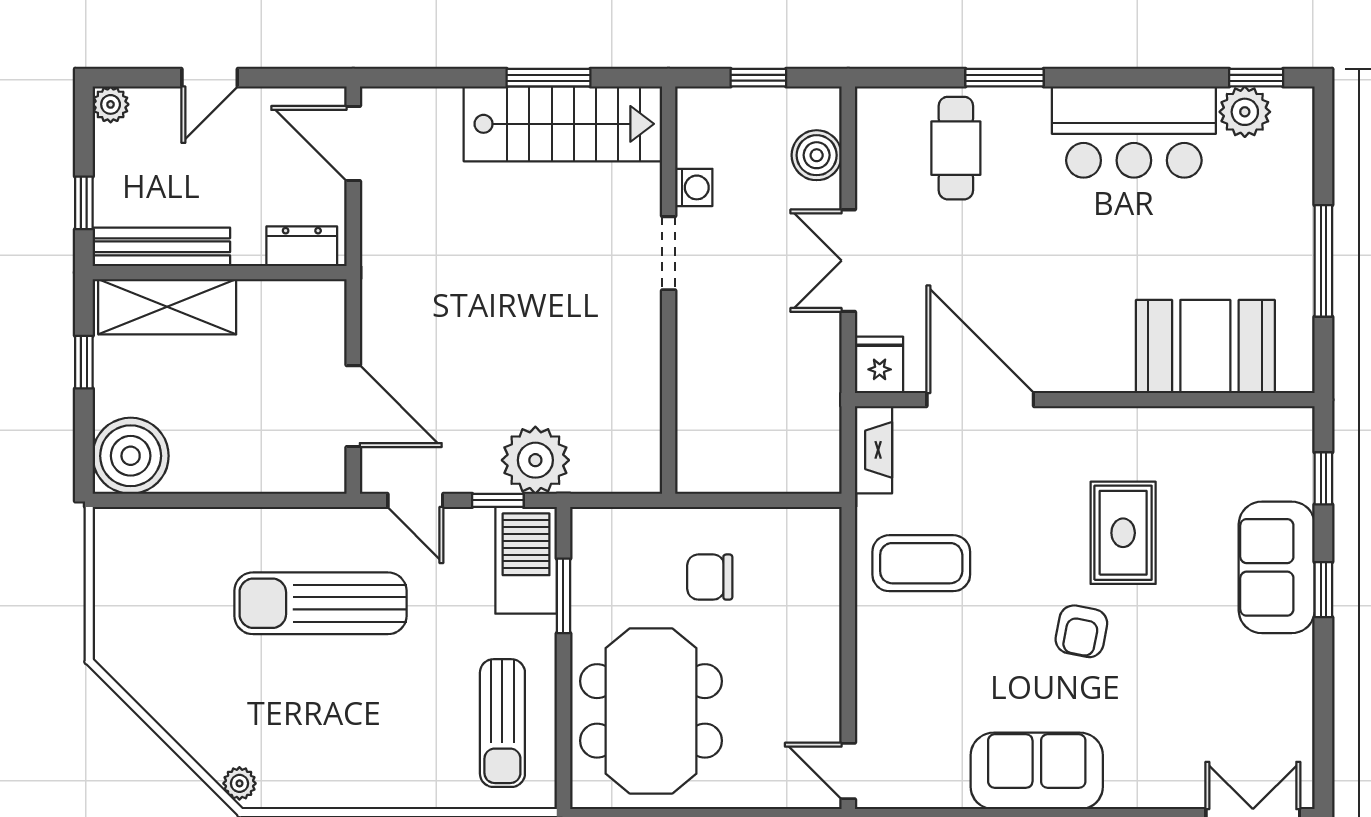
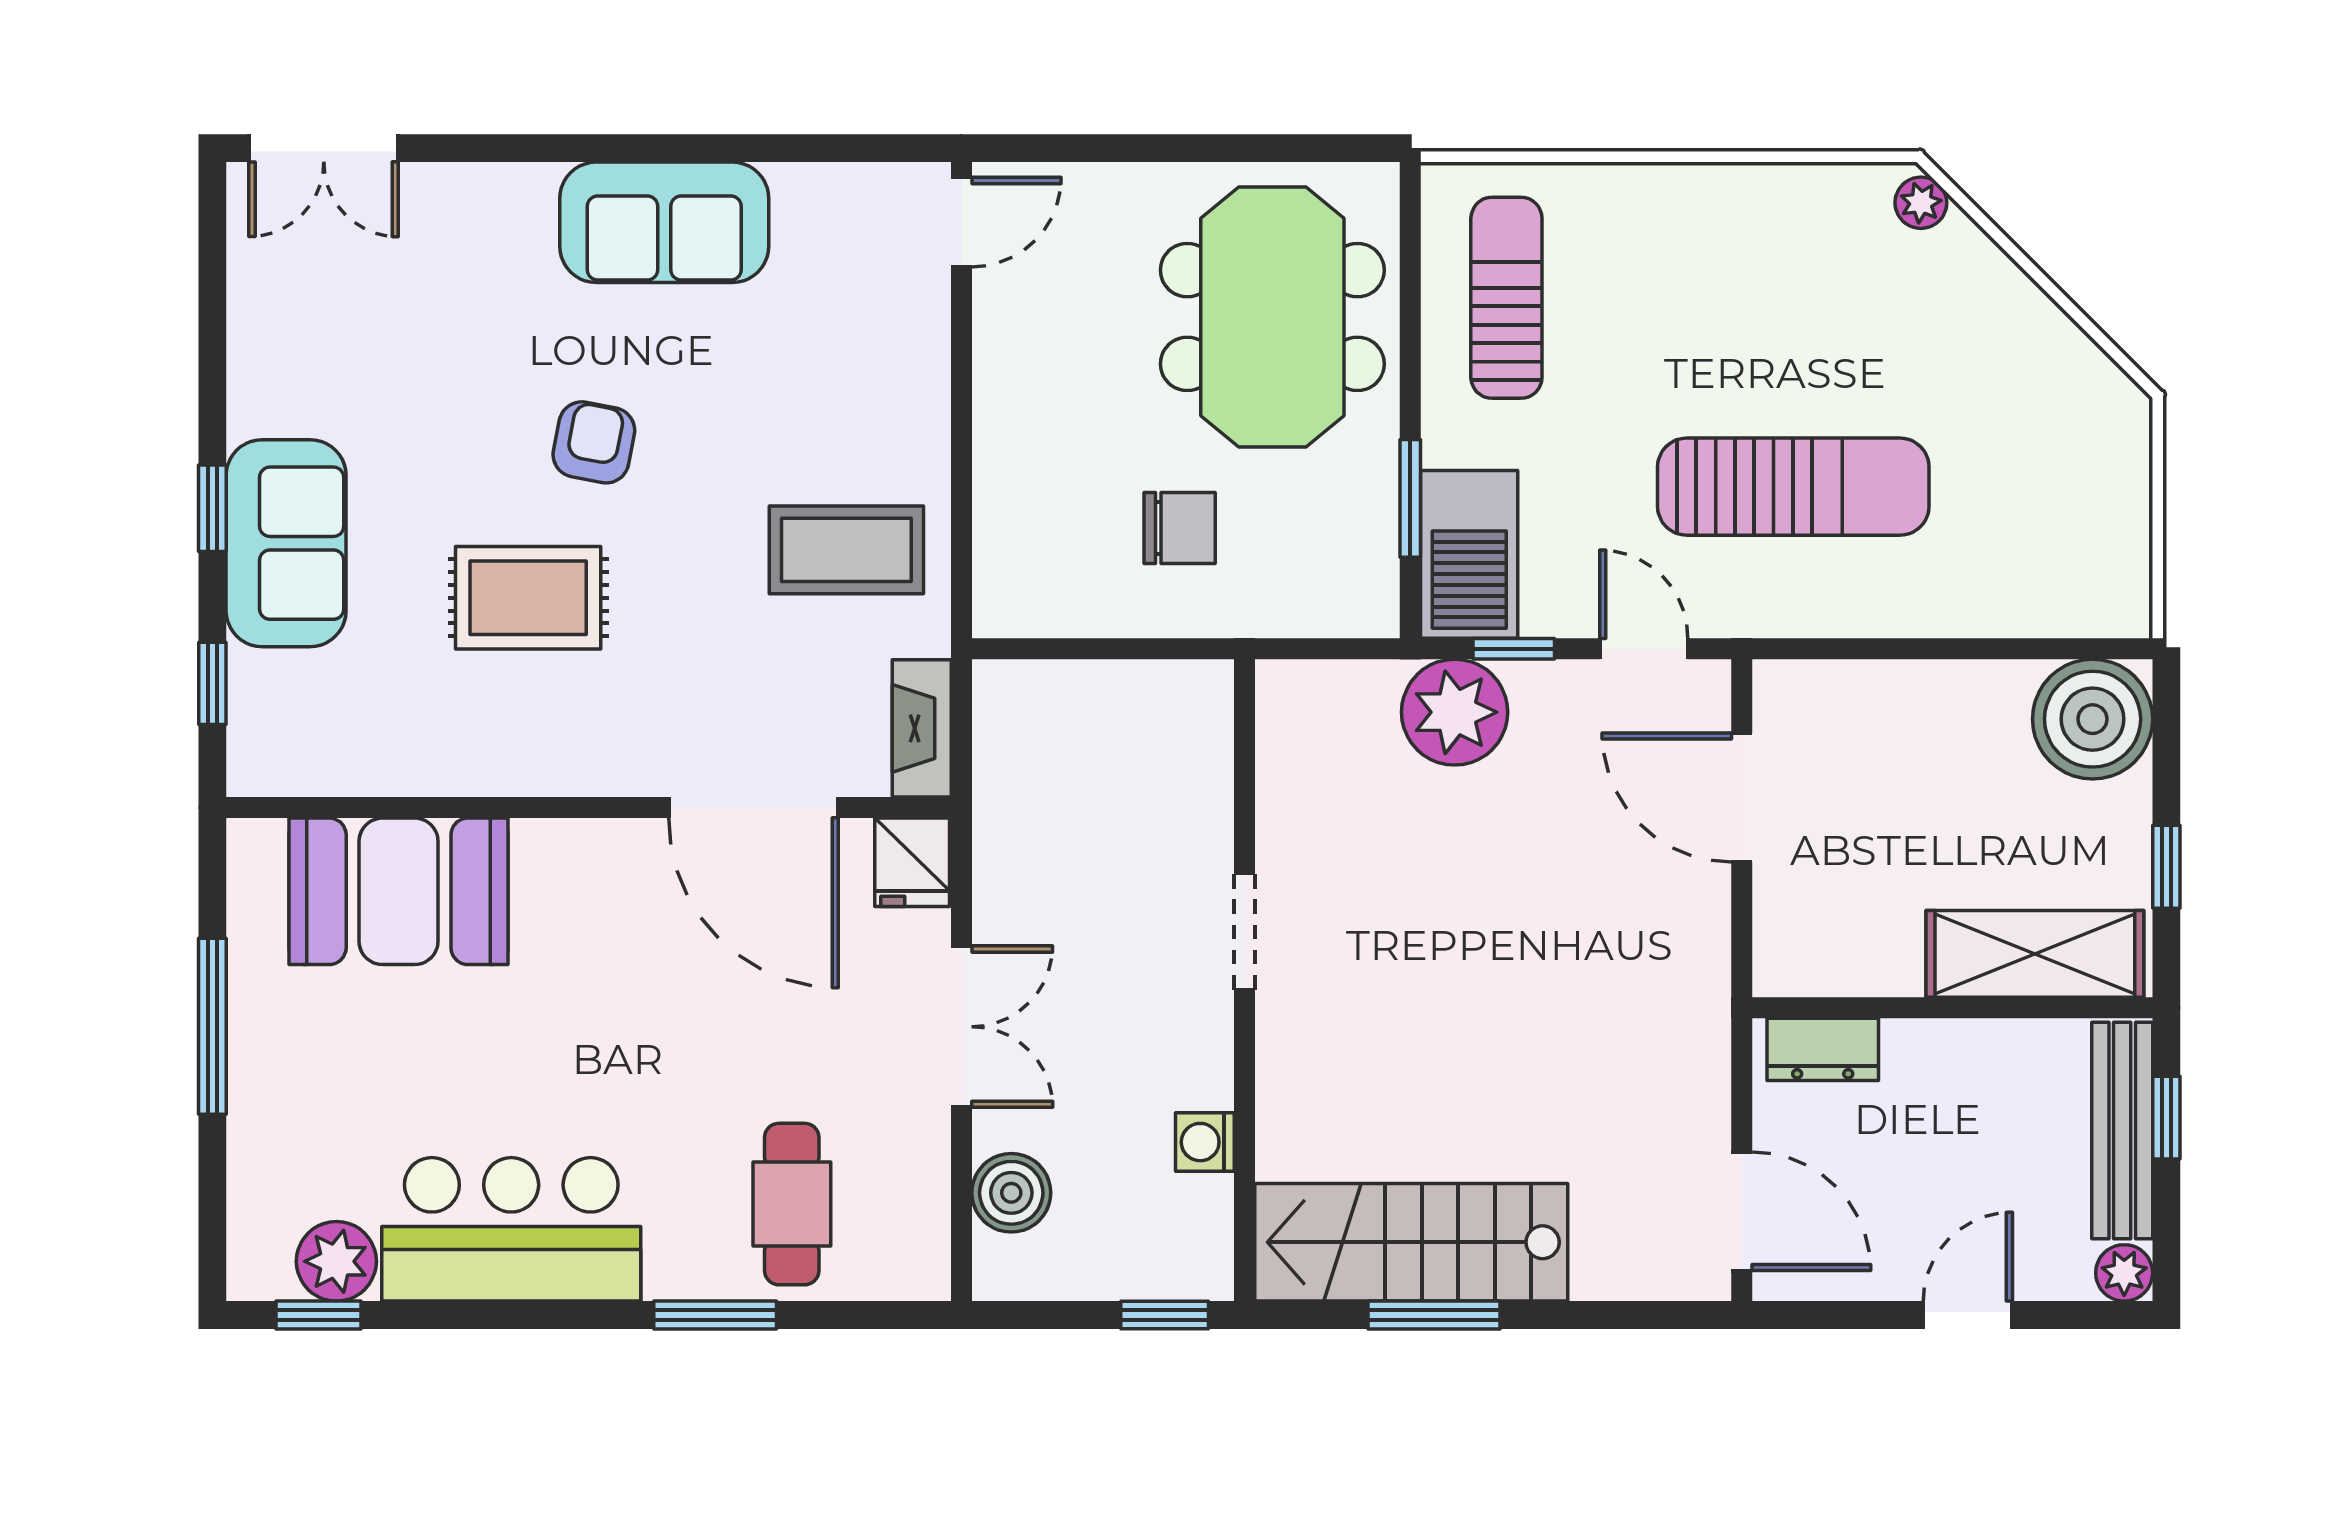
window: (758, 78) -> (1165, 1315), moved
bench: (161, 247) -> (2122, 1131), moved, turned 90
doorway: (669, 253) -> (1245, 931), moved
rug: (1123, 533) -> (528, 598), turned 90
door: (848, 771) -> (962, 222), hinge flipped

